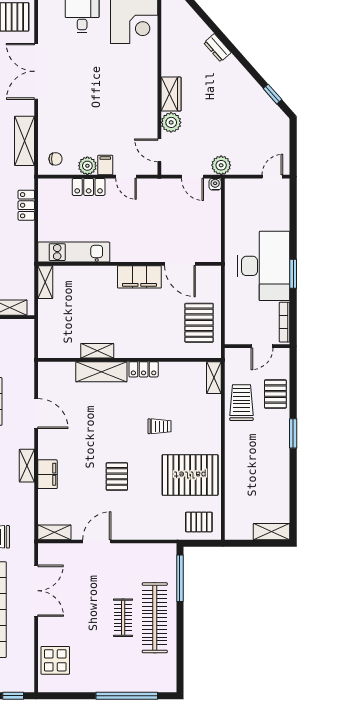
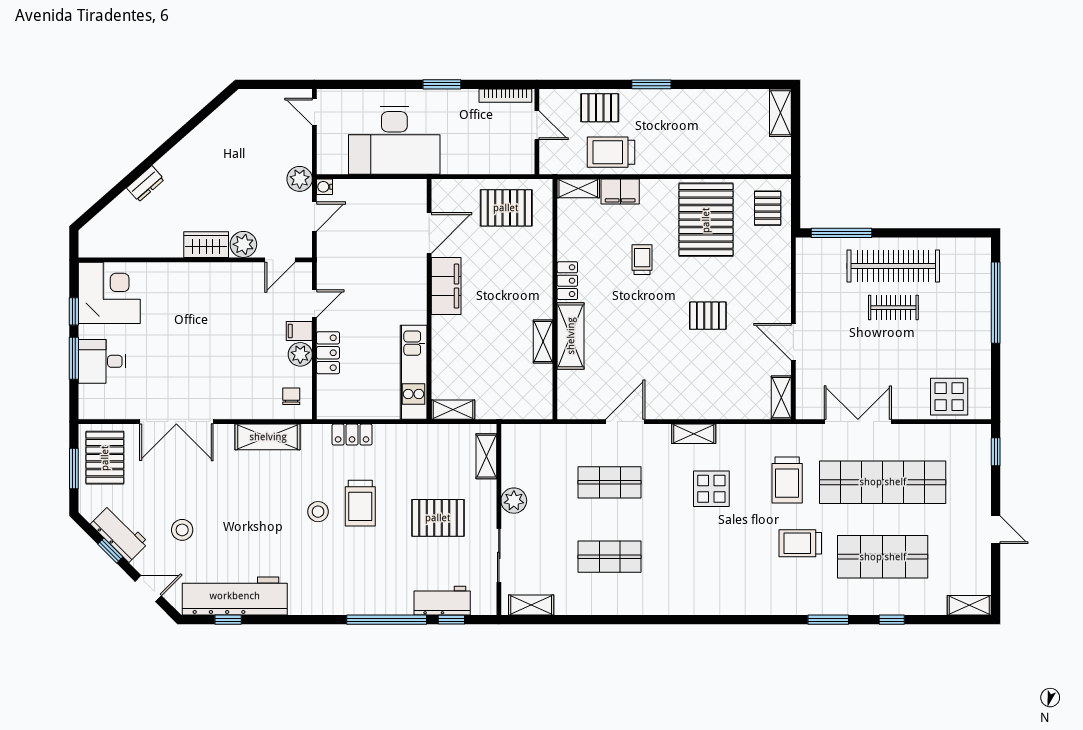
window: (272, 94) -> (206, 112), removed
desk: (264, 266) -> (394, 140), moved, turned 180
filing cabinet: (47, 474) -> (620, 192), moved, turned 180

